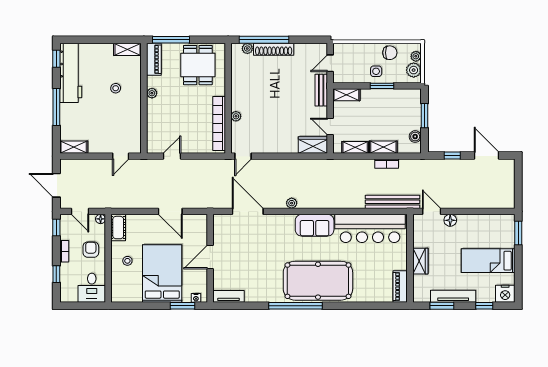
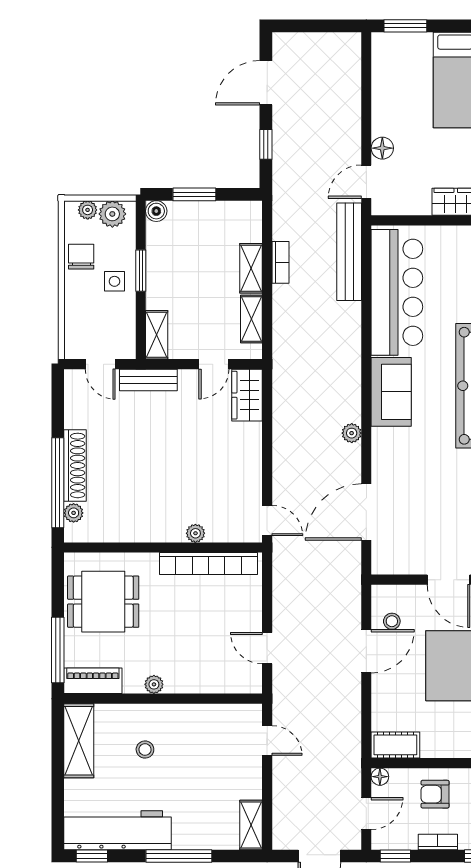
shelving: (127, 49) -> (79, 741), width x1.50, depth x1.33
boiler: (415, 137) -> (156, 211), moved
stool: (127, 261) -> (392, 621), moved

